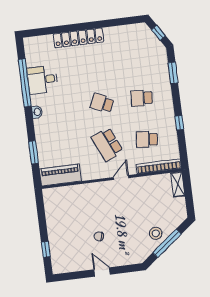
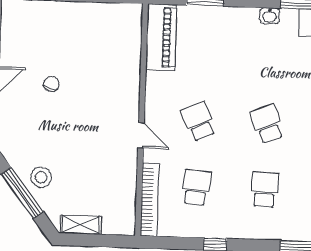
school desk: (102, 103) -> (267, 124), turned -45
school desk: (107, 144) -> (199, 122), width x0.54
shelving: (178, 184) -> (81, 225), moved

